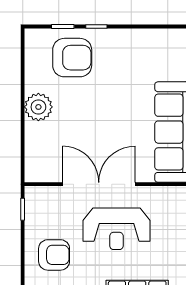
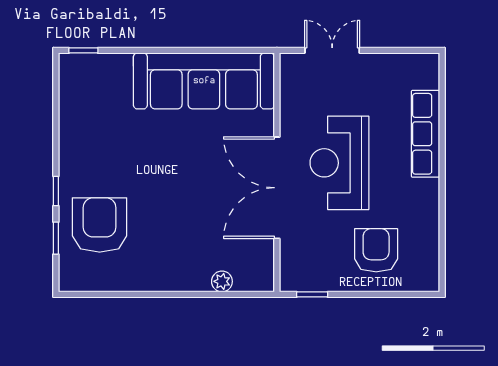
plant: (38, 107) -> (222, 281), moved, width x0.53, depth x0.53
reception desk: (116, 229) -> (339, 163), turned 180

